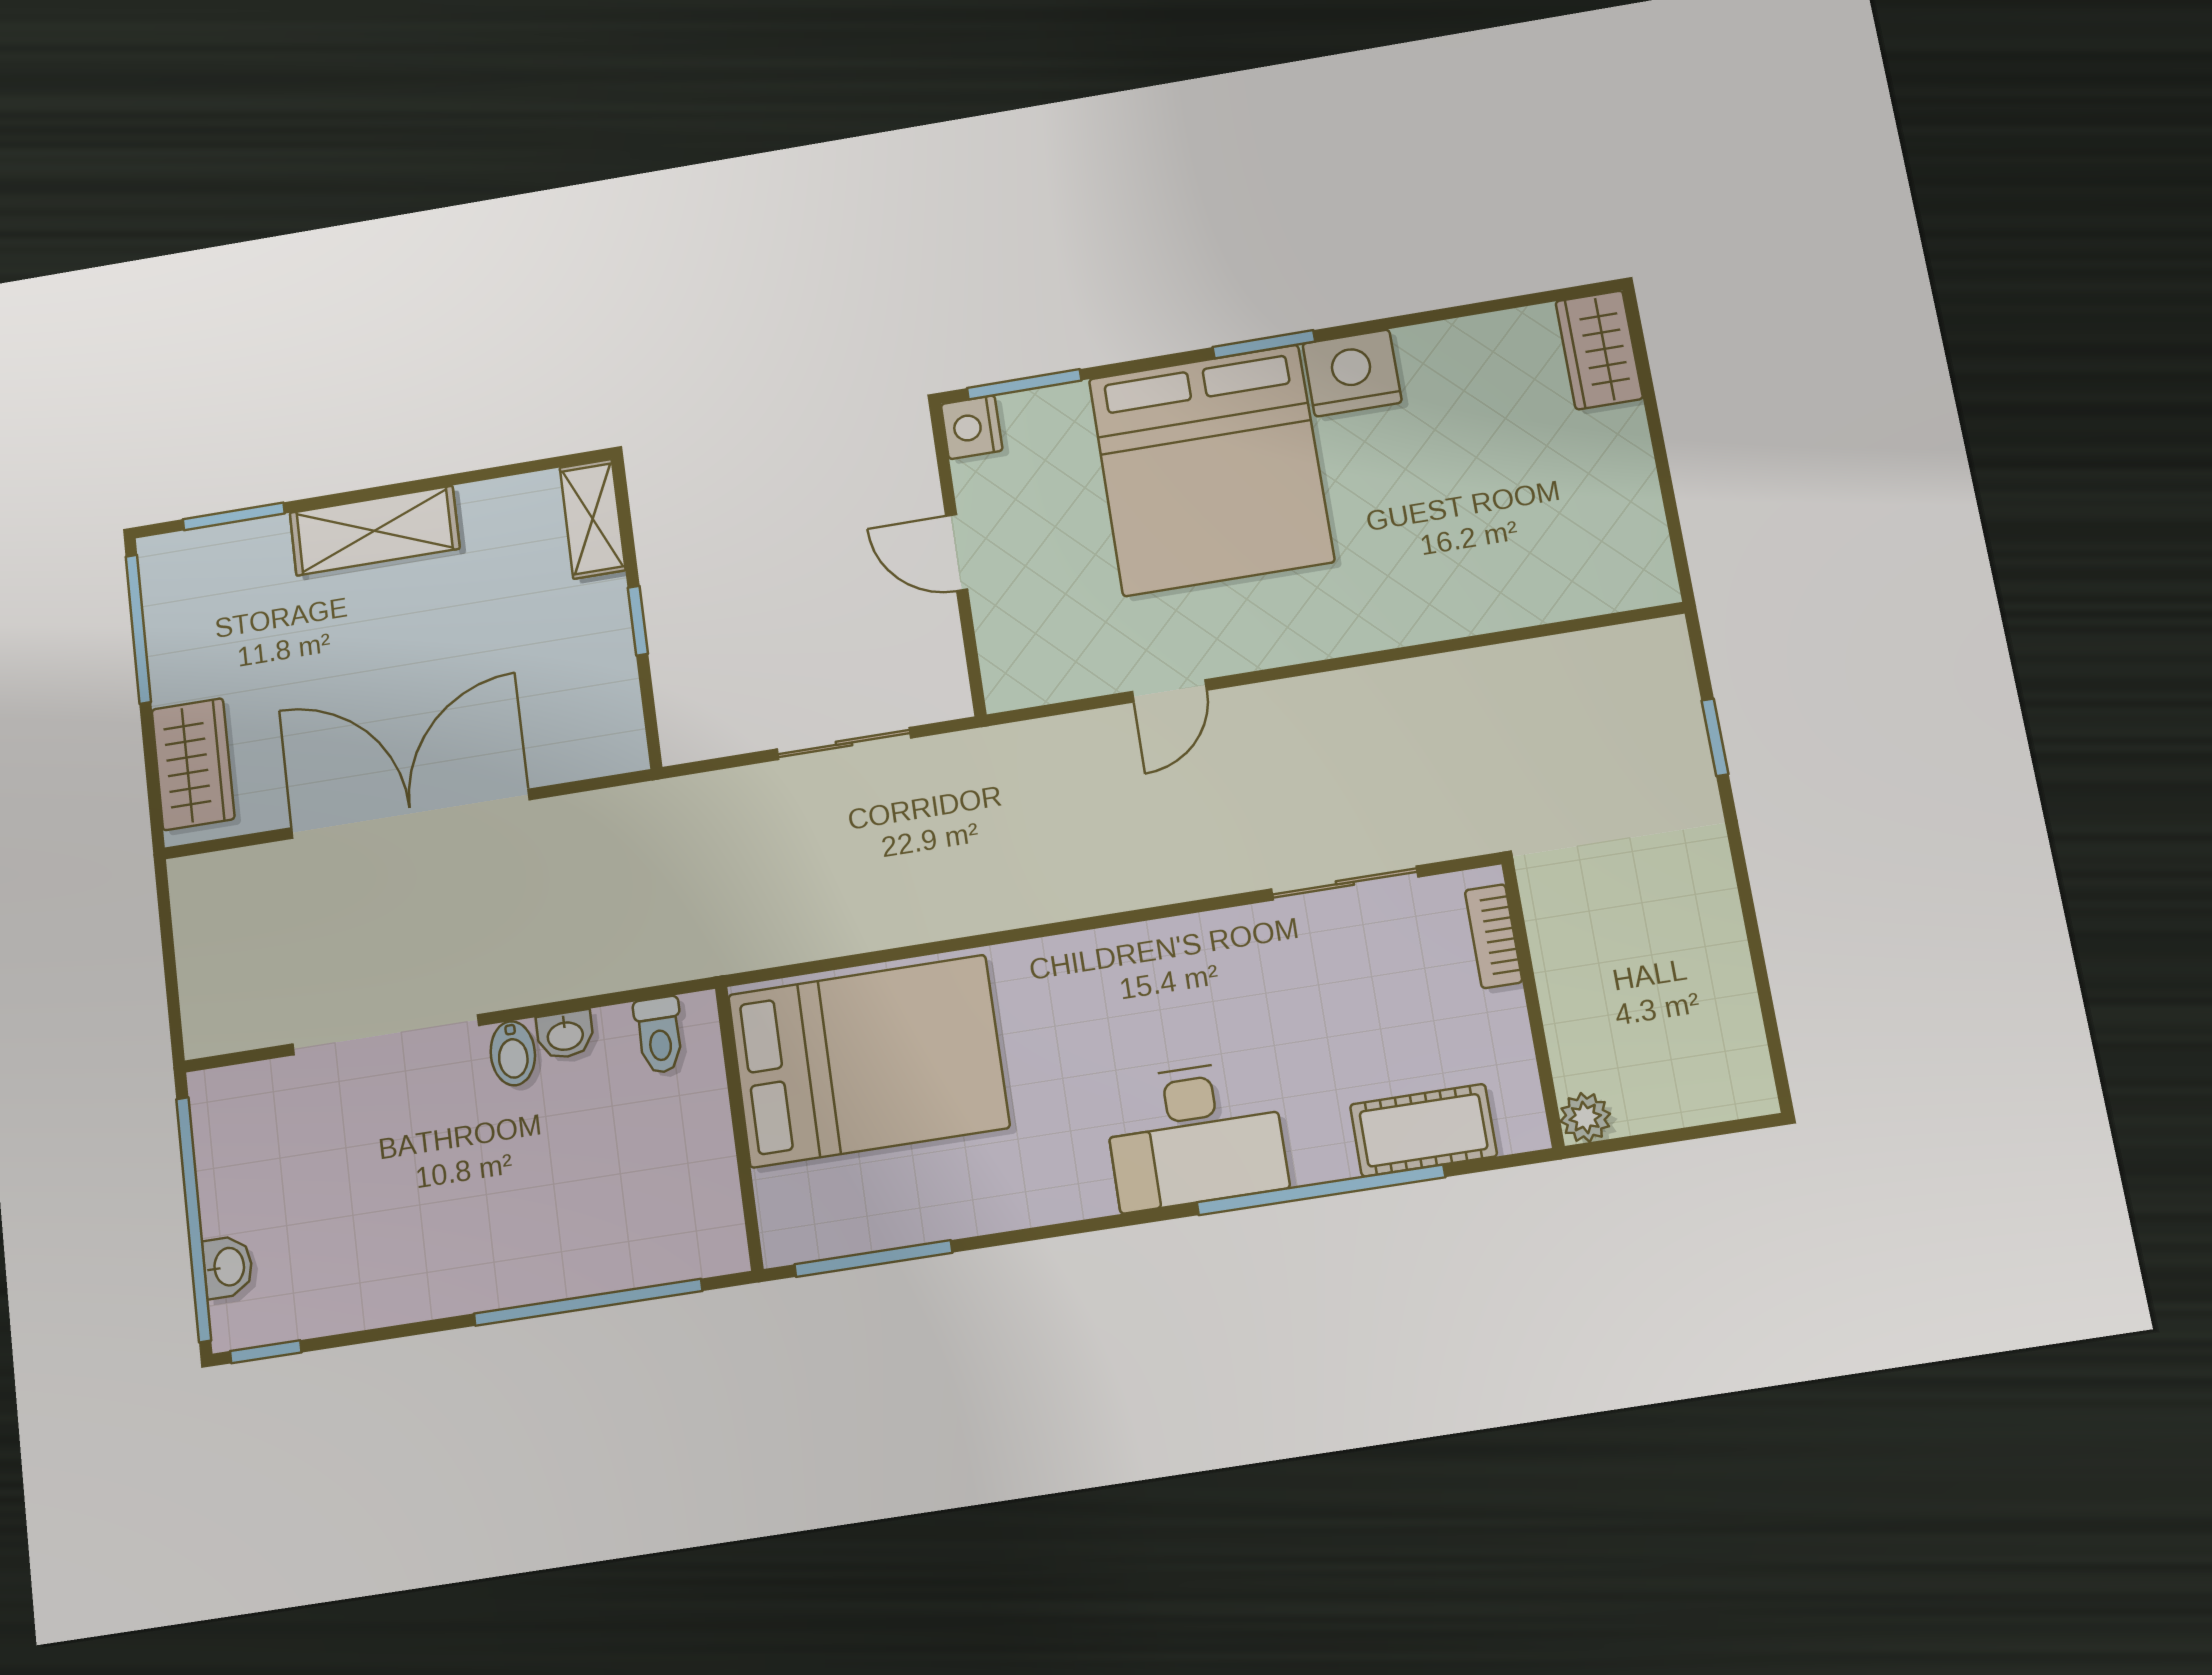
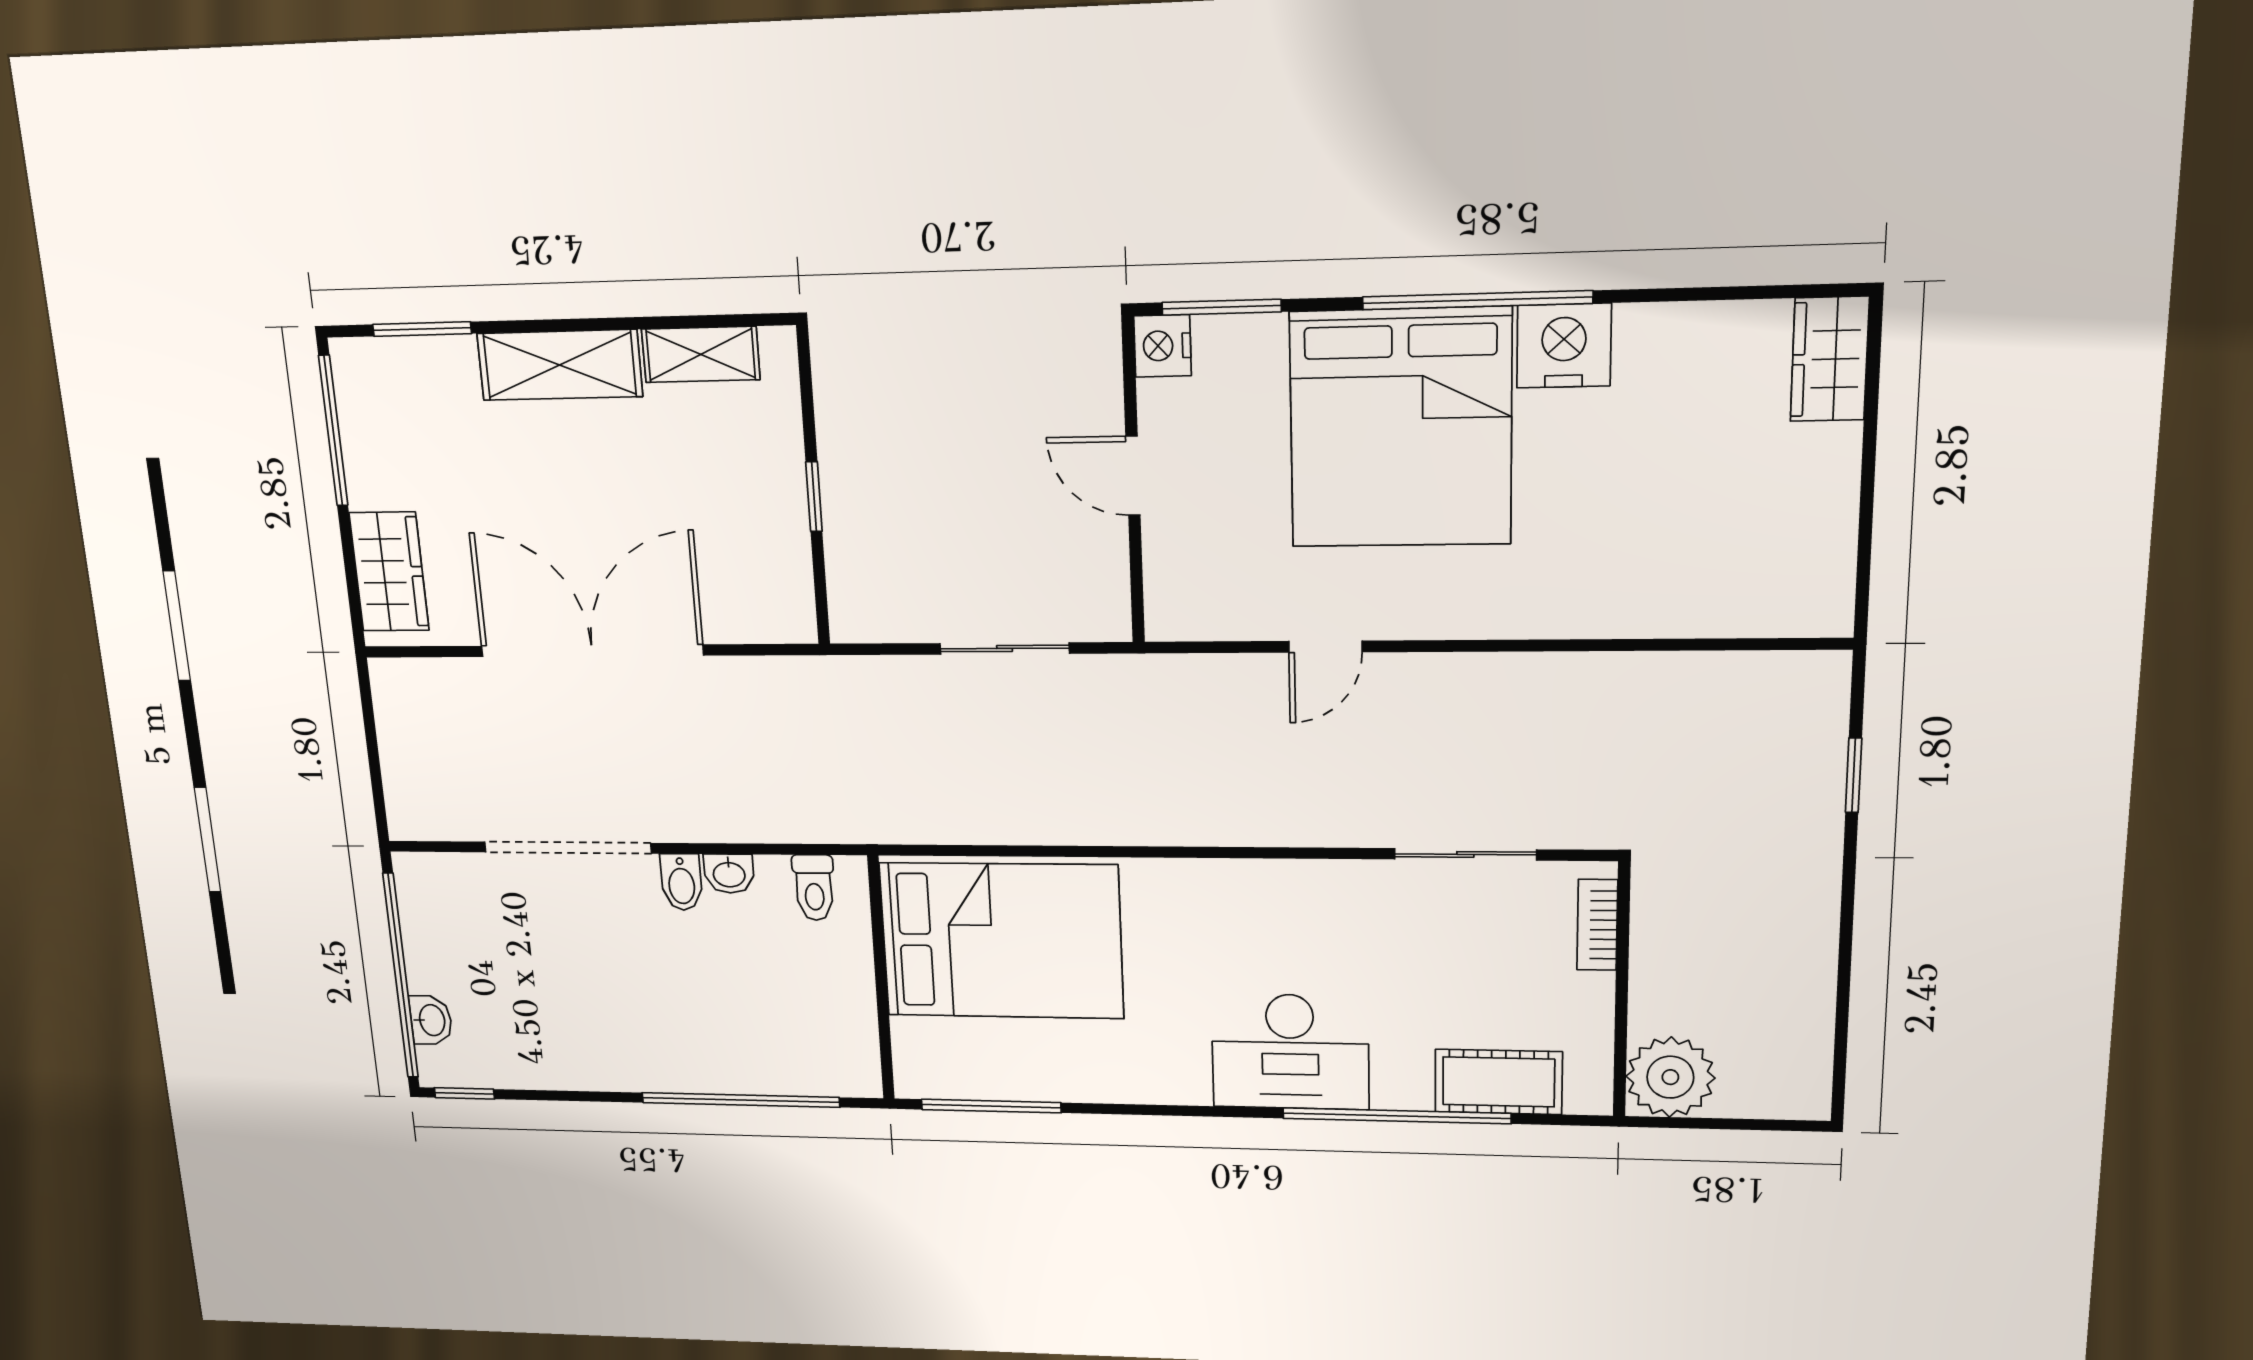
window: (1264, 344) -> (1477, 300), width x2.11
shelving: (593, 519) -> (701, 354), moved, turned 90
plant: (1585, 1117) -> (1670, 1077), width x1.87, depth x1.87

